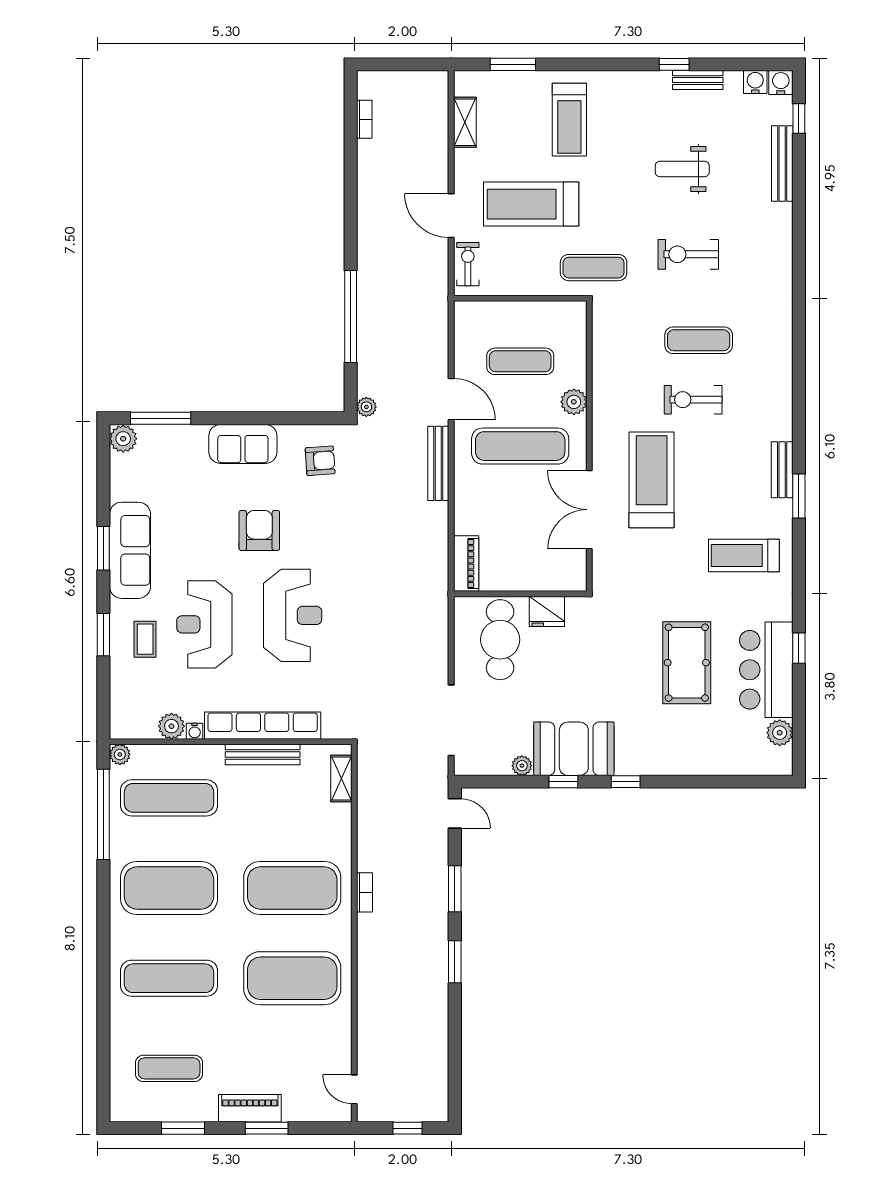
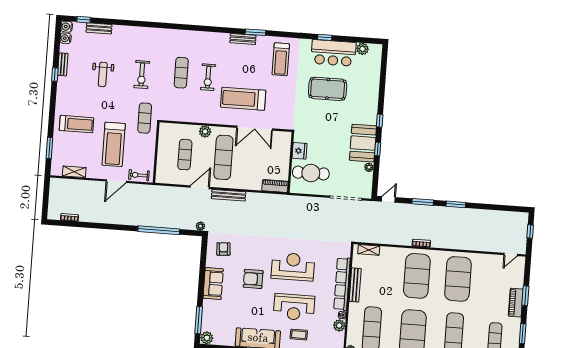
bench: (782, 163) -> (99, 28), width x0.73

